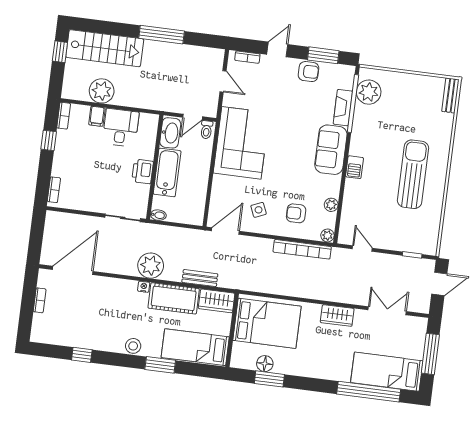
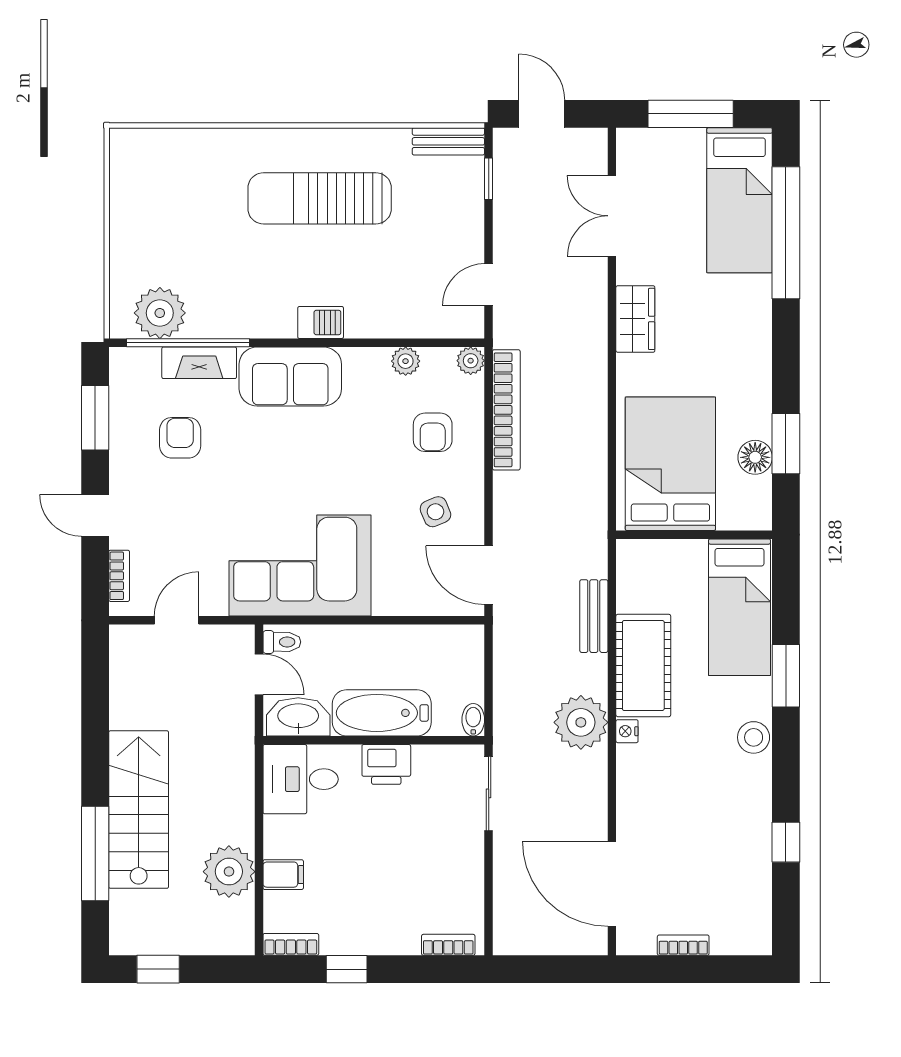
window: (162, 35) -> (95, 853), moved
stairs: (105, 48) -> (139, 810), moved
armchair: (309, 72) -> (180, 438), moved
bench: (450, 95) -> (448, 141), moved
desk: (121, 128) -> (301, 779), moved
wardrobe: (217, 301) -> (637, 575), removed

